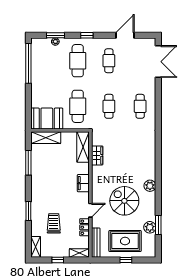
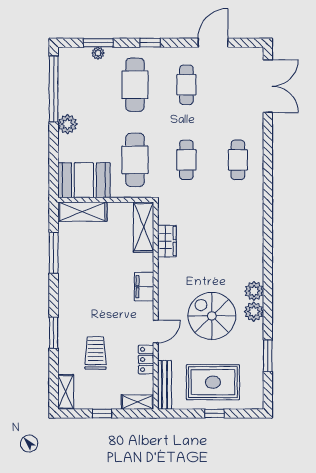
plant: (37, 85) -> (67, 124), added
plant: (150, 227) -> (254, 312), moved

